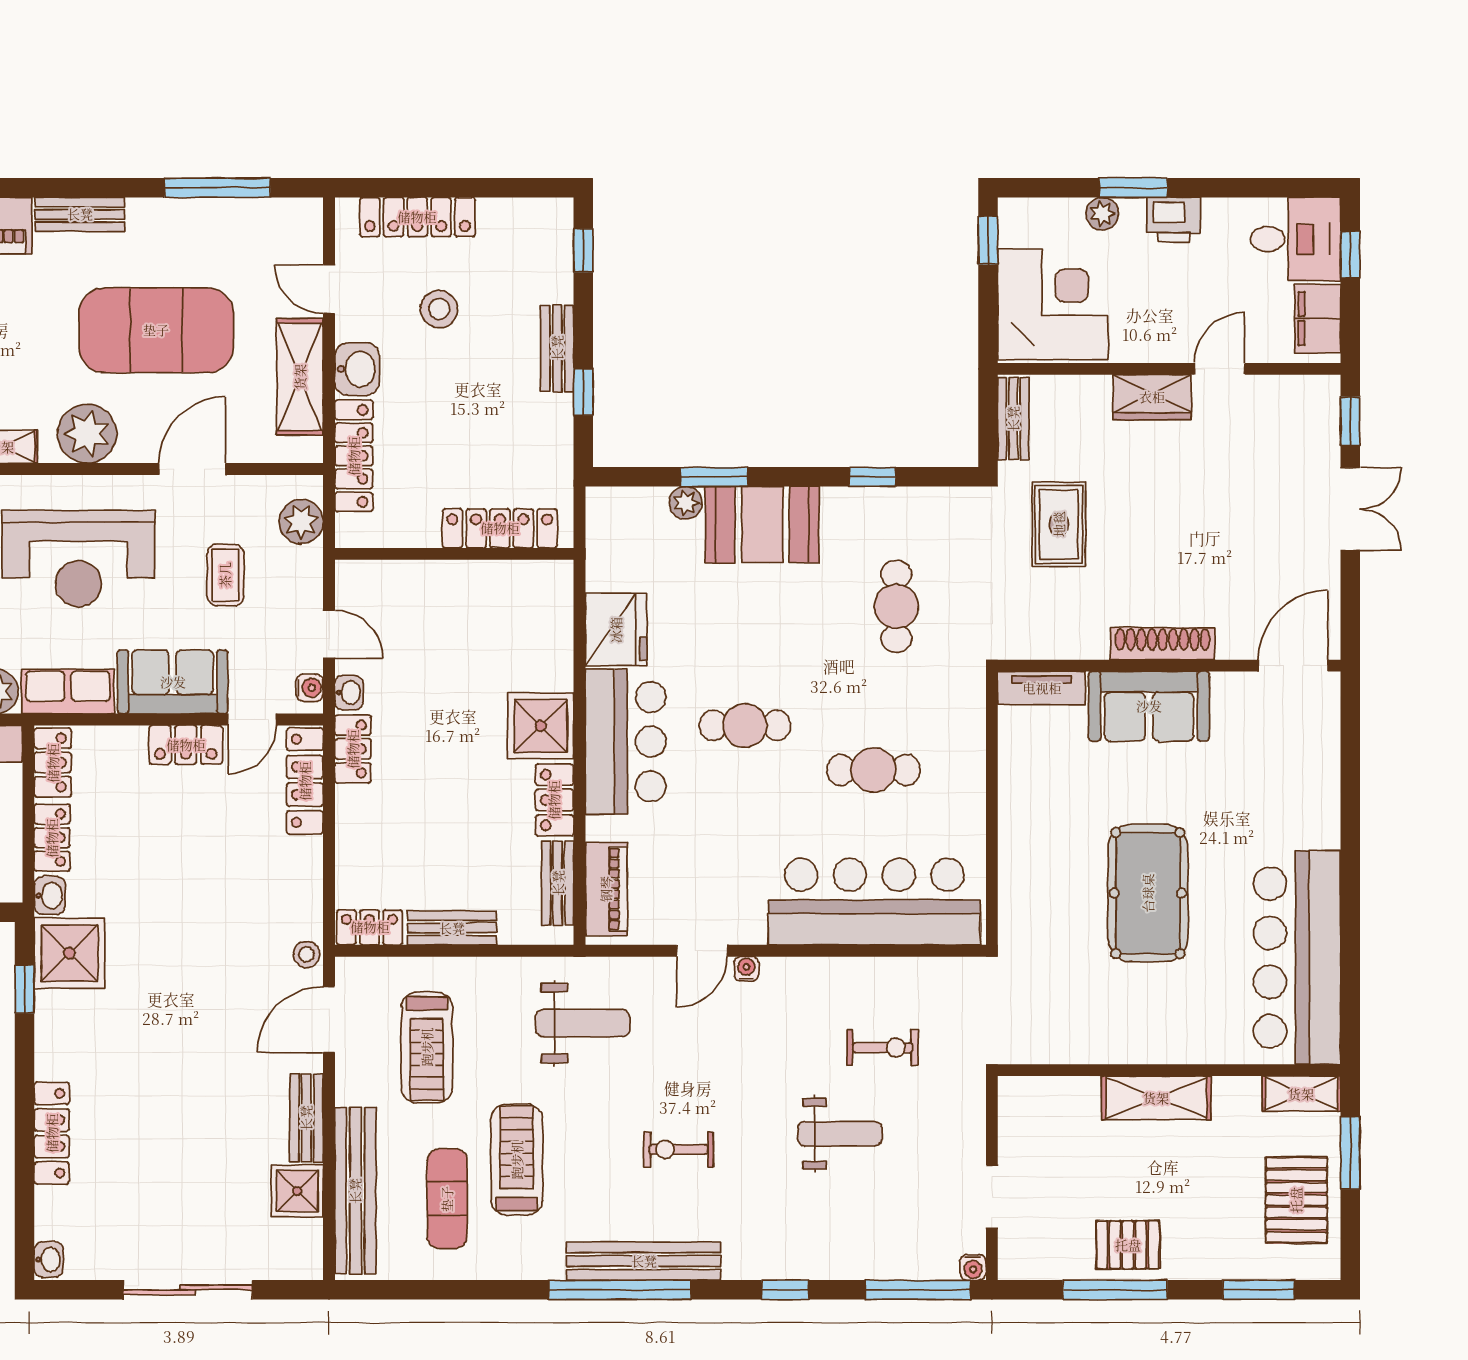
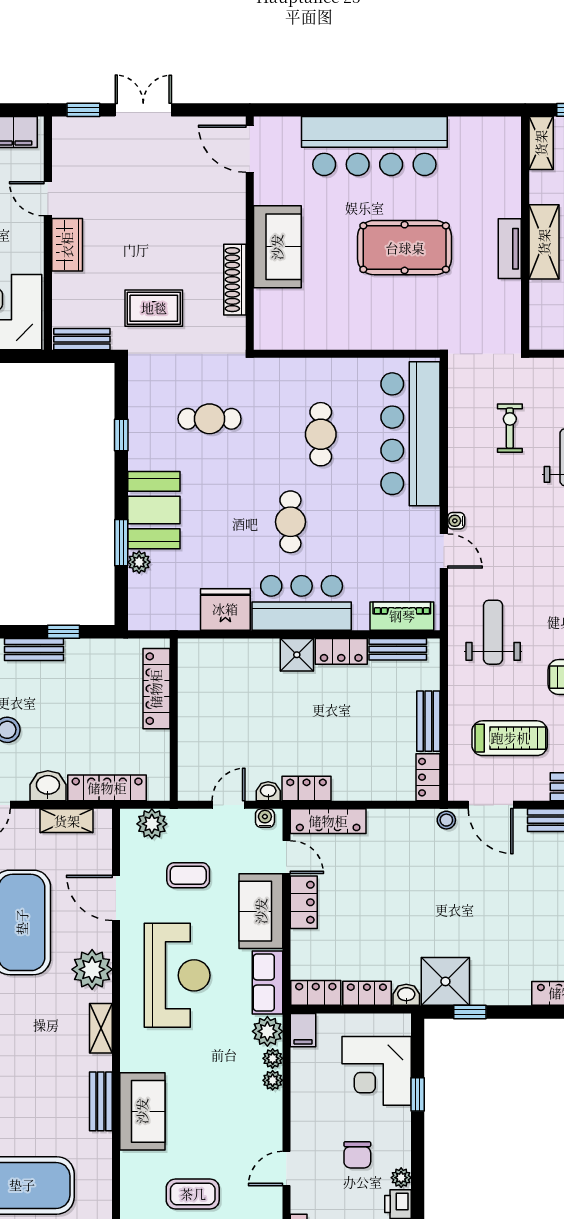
shelving: (300, 377) -> (67, 821), width x0.67, depth x0.75
shoe rack: (1163, 644) -> (235, 280), moved
tv unit: (1042, 688) -> (510, 249), moved, turned 180
shower: (541, 726) -> (297, 655), width x0.73, depth x0.73
bar counter: (1297, 957) -> (374, 146), moved

